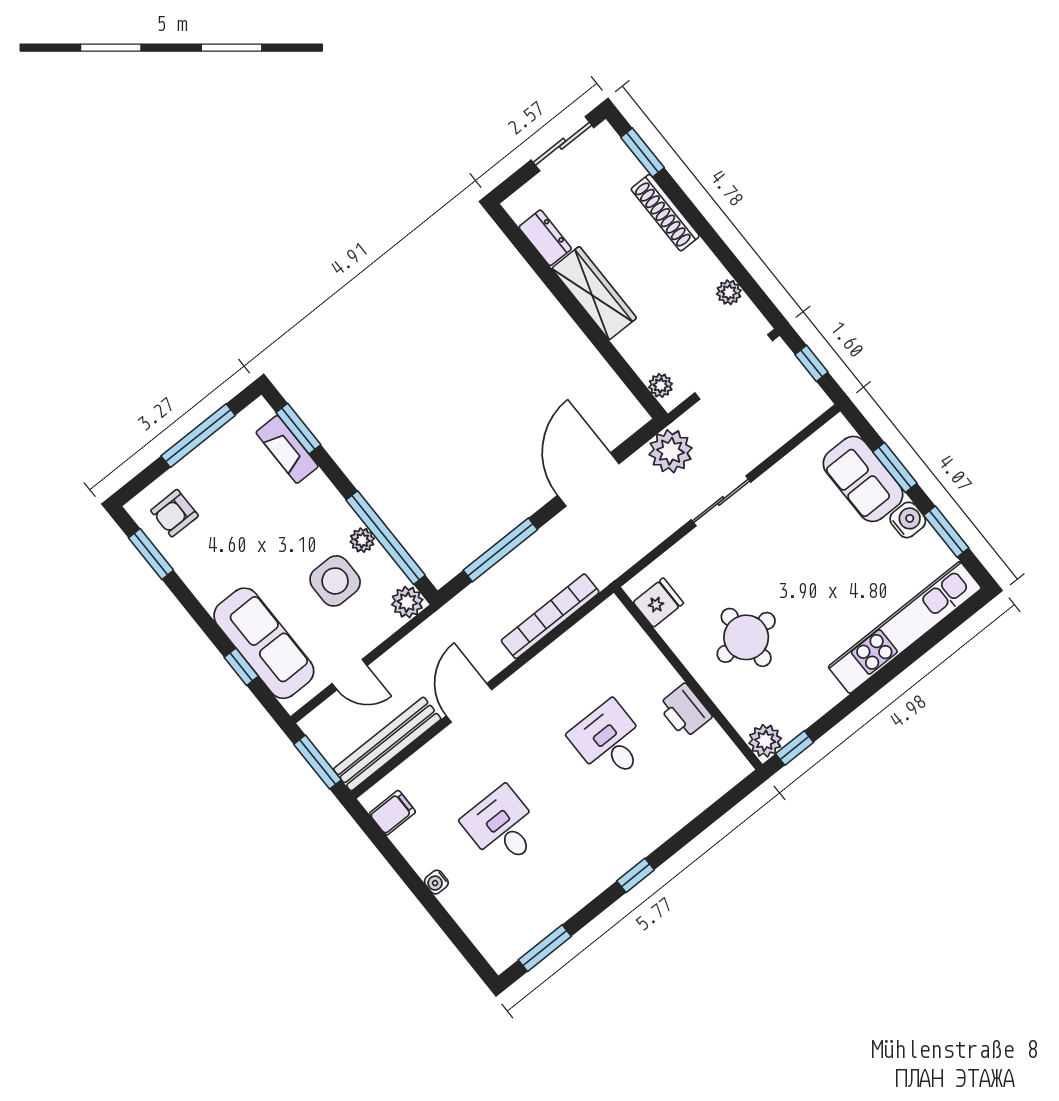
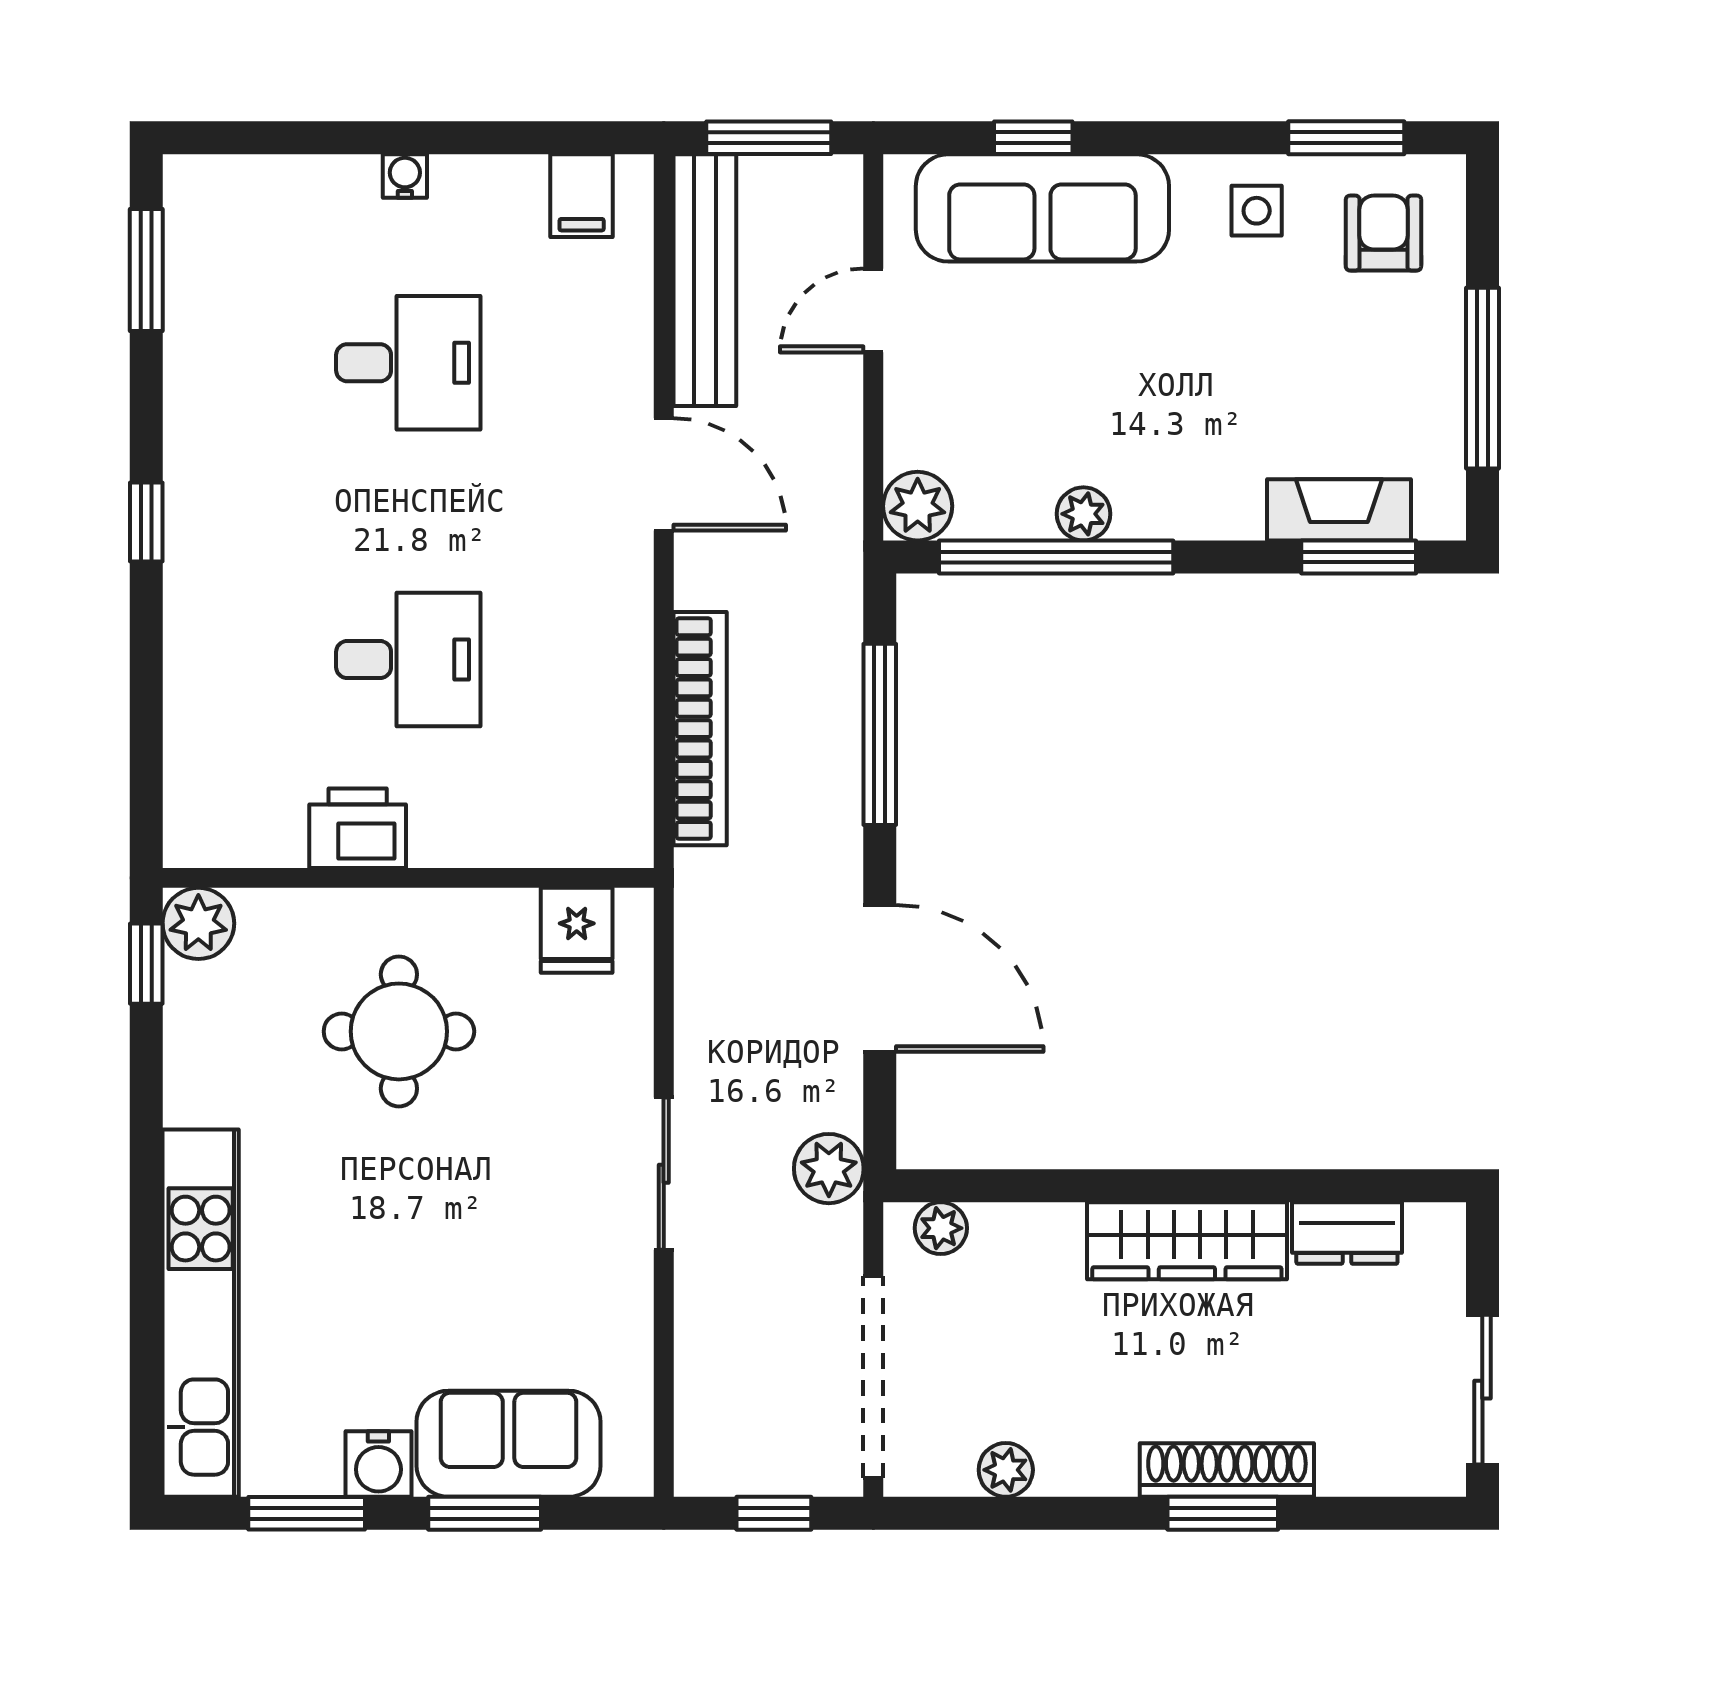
window: (643, 152) -> (1223, 1513), moved
plant: (671, 451) -> (829, 1169), width x0.73, depth x0.73
side table: (335, 581) -> (1257, 211), moved, width x0.54, depth x0.54

